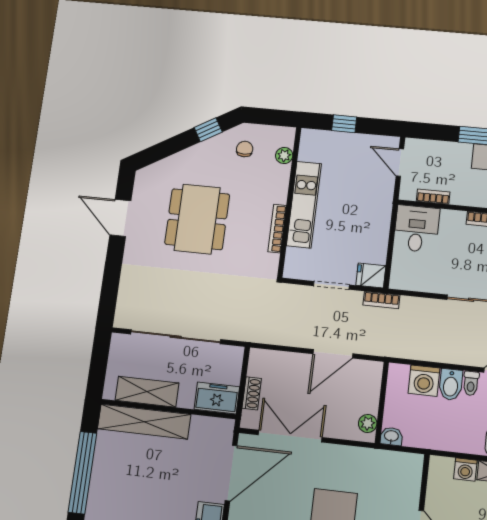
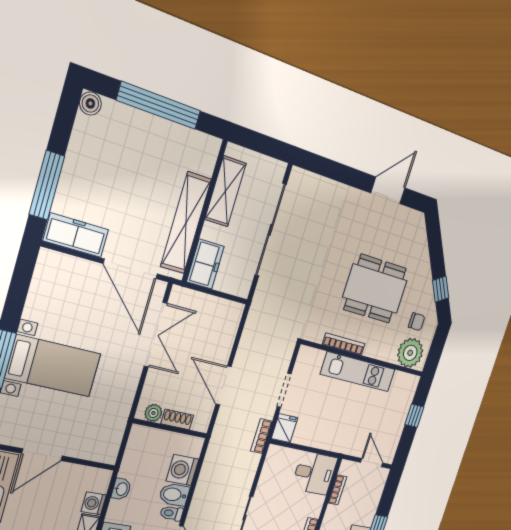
plant: (284, 155) -> (410, 353), width x1.87, depth x1.87
door: (400, 162) -> (372, 463), hinge flipped
dining table: (197, 219) -> (375, 289), moved
shoe rack: (252, 393) -> (177, 419), moved, turned 180
shelving: (144, 422) -> (186, 223), moved
washbasin: (391, 436) -> (121, 489), moved

